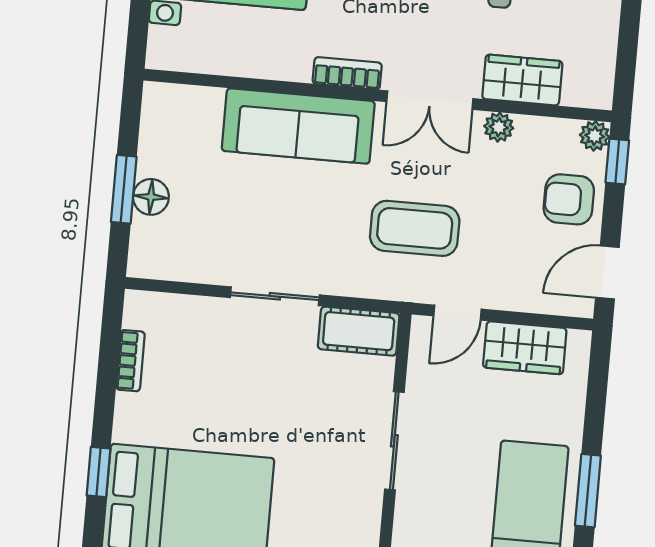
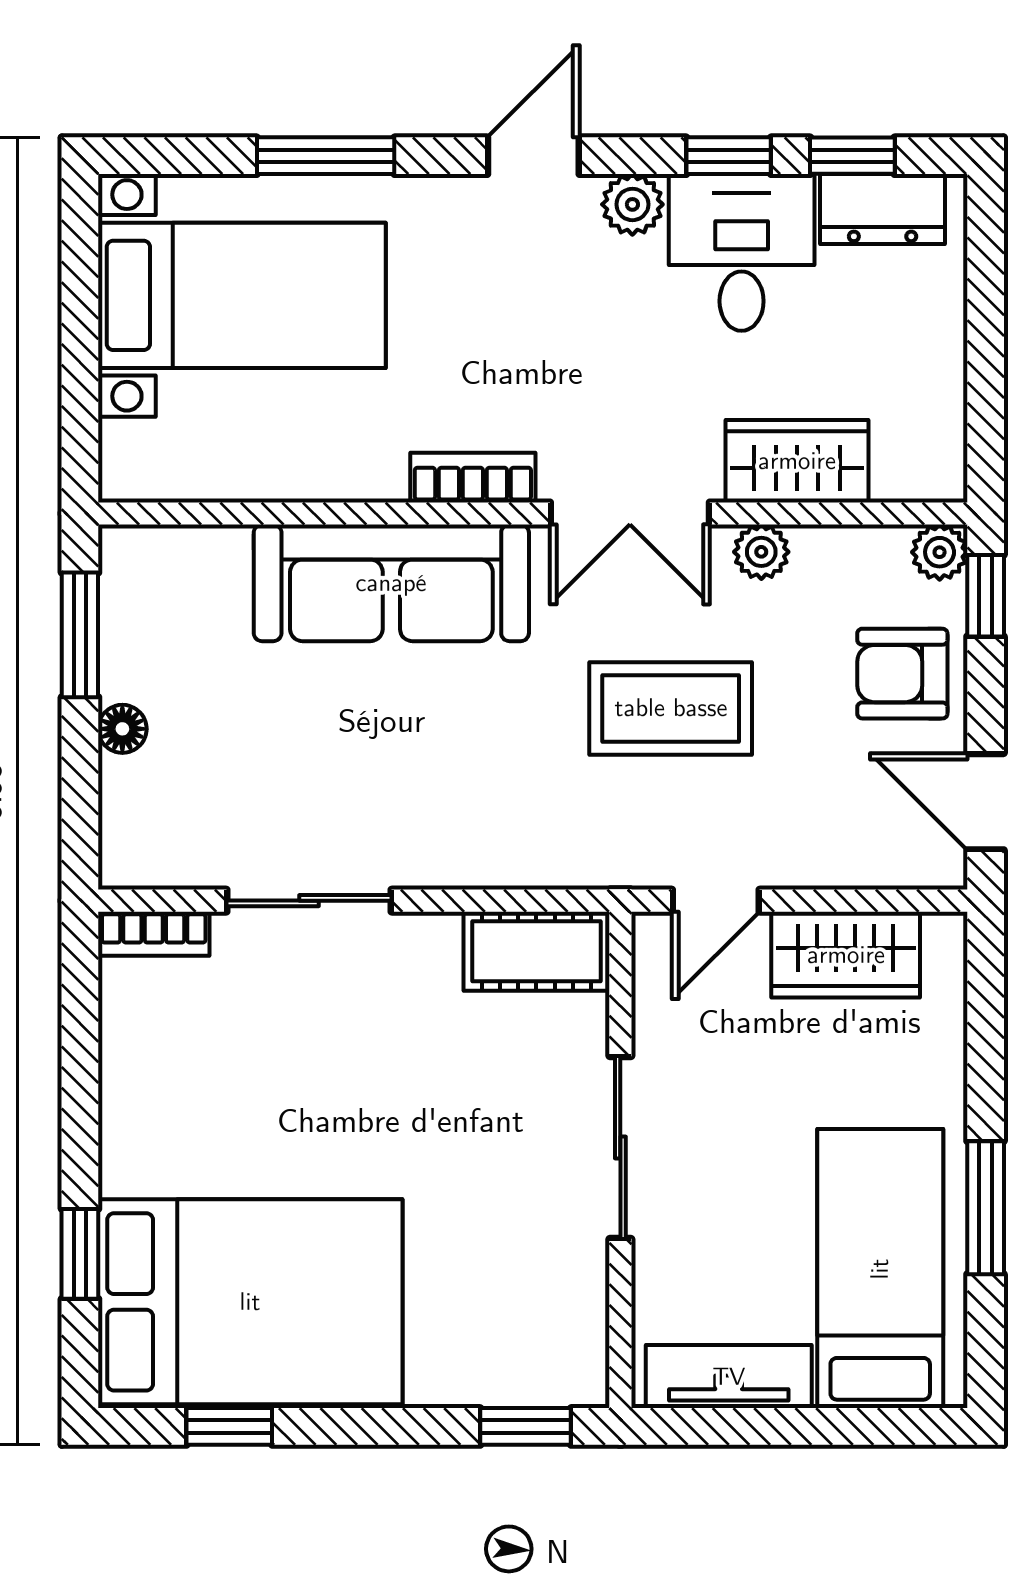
window: (124, 189) -> (80, 635), moved
floor lamp: (151, 197) -> (122, 729), width x0.73, depth x0.73
coffee table: (415, 228) -> (671, 708), moved
door: (607, 272) -> (986, 802), hinge flipped
sliding door: (275, 296) -> (309, 901), moved
bookcase: (130, 361) -> (154, 934), moved, turned 90

